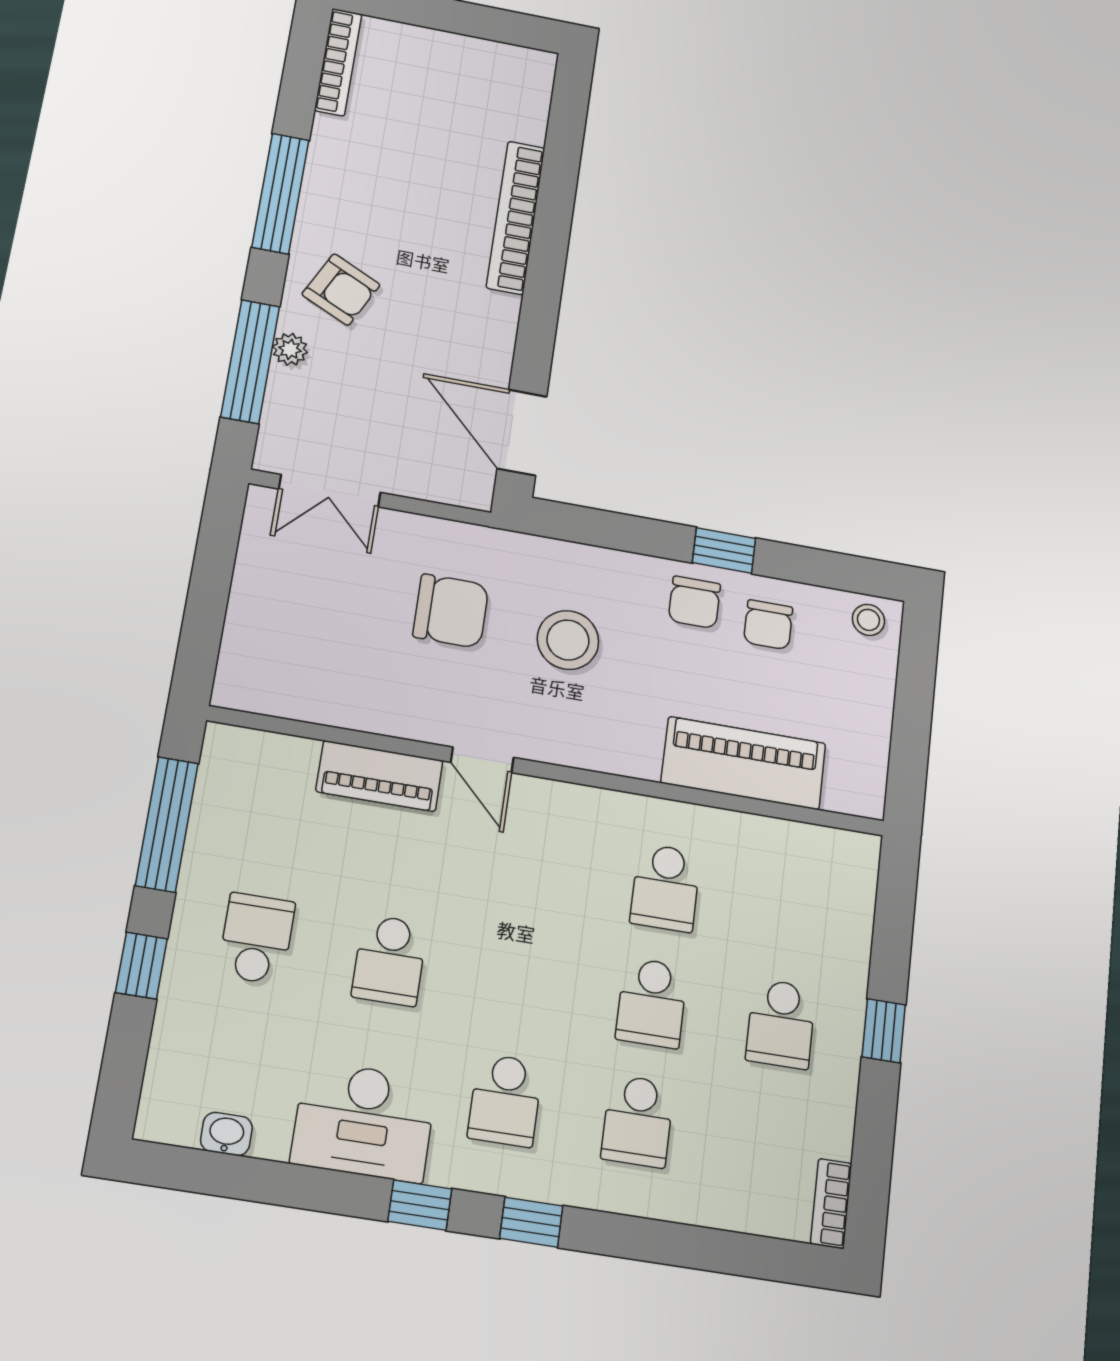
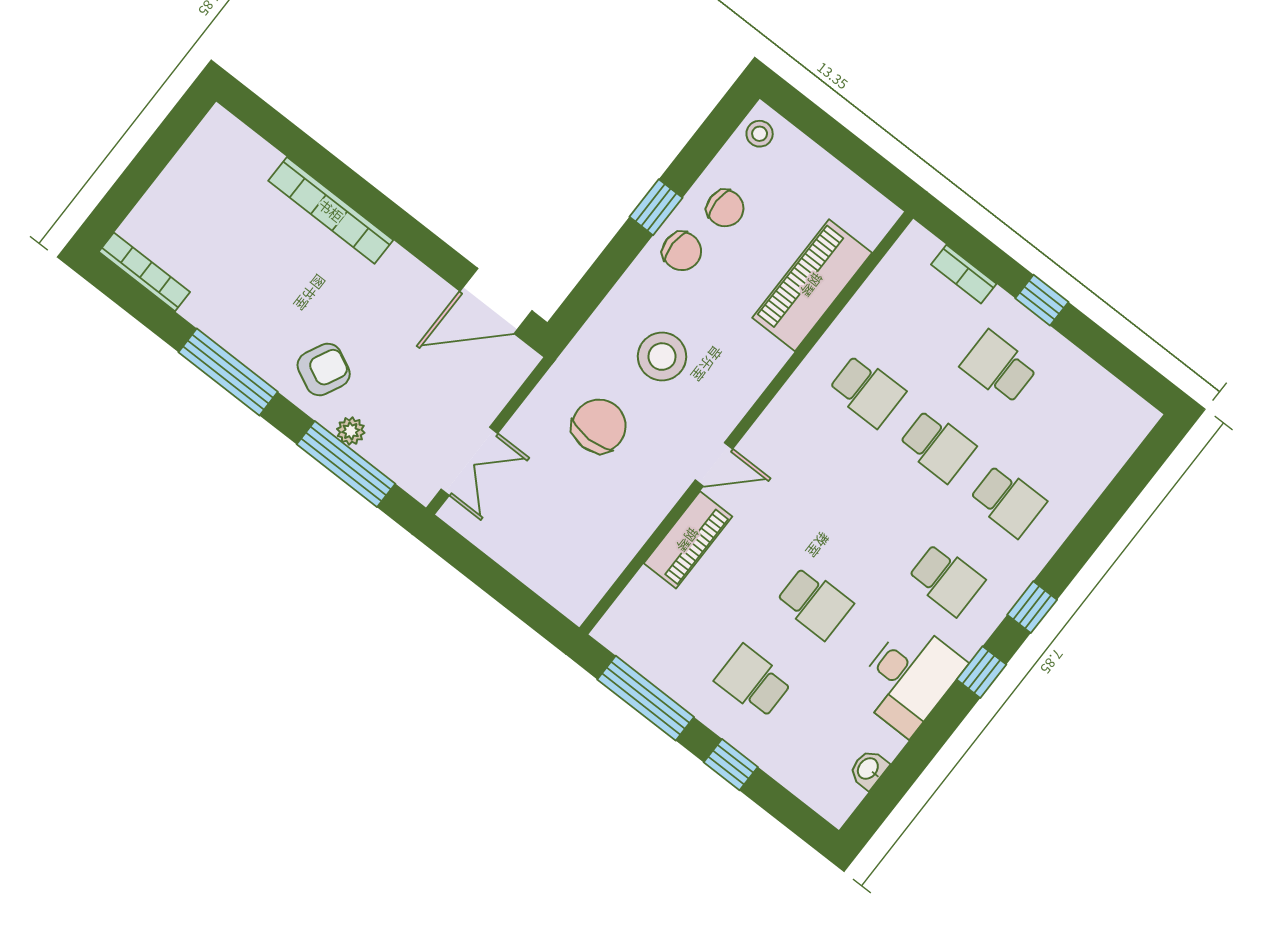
school desk: (781, 1024) -> (999, 367), turned 180
bookcase: (831, 1204) -> (964, 274), moved

